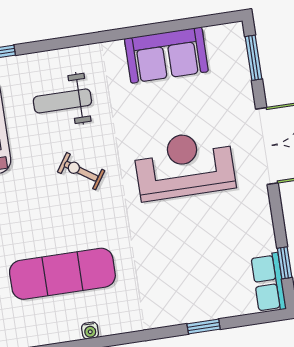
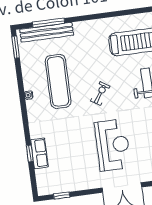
exercise bike: (81, 171) -> (100, 94), moved
row of seats: (269, 283) -> (39, 153), moved, turned 90

